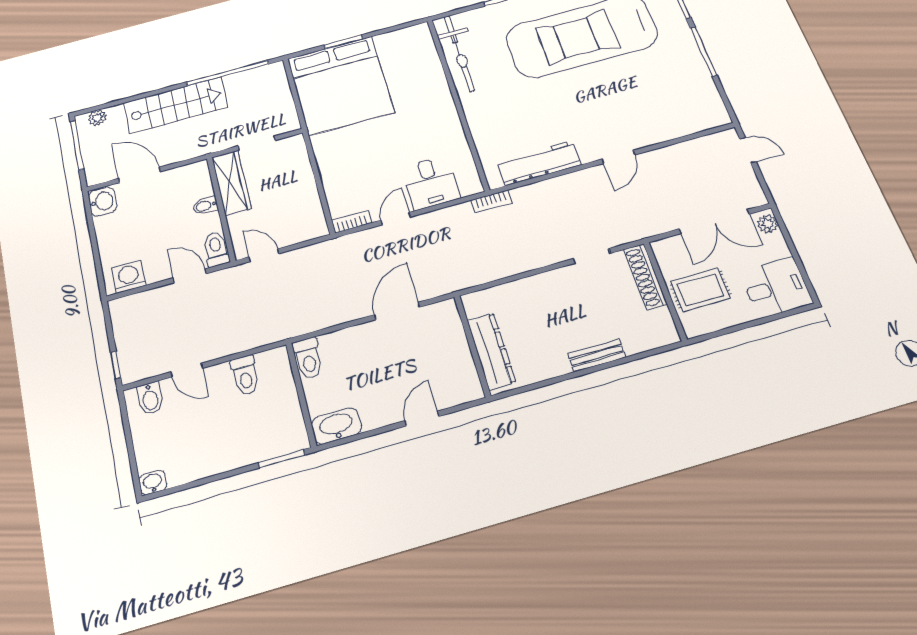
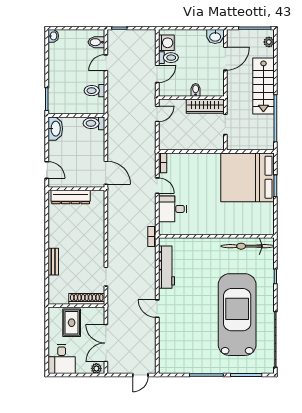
toilet: (216, 249) -> (168, 58), moved
wall: (472, 346) -> (76, 189), moved
dresser: (491, 351) -> (71, 197), moved

